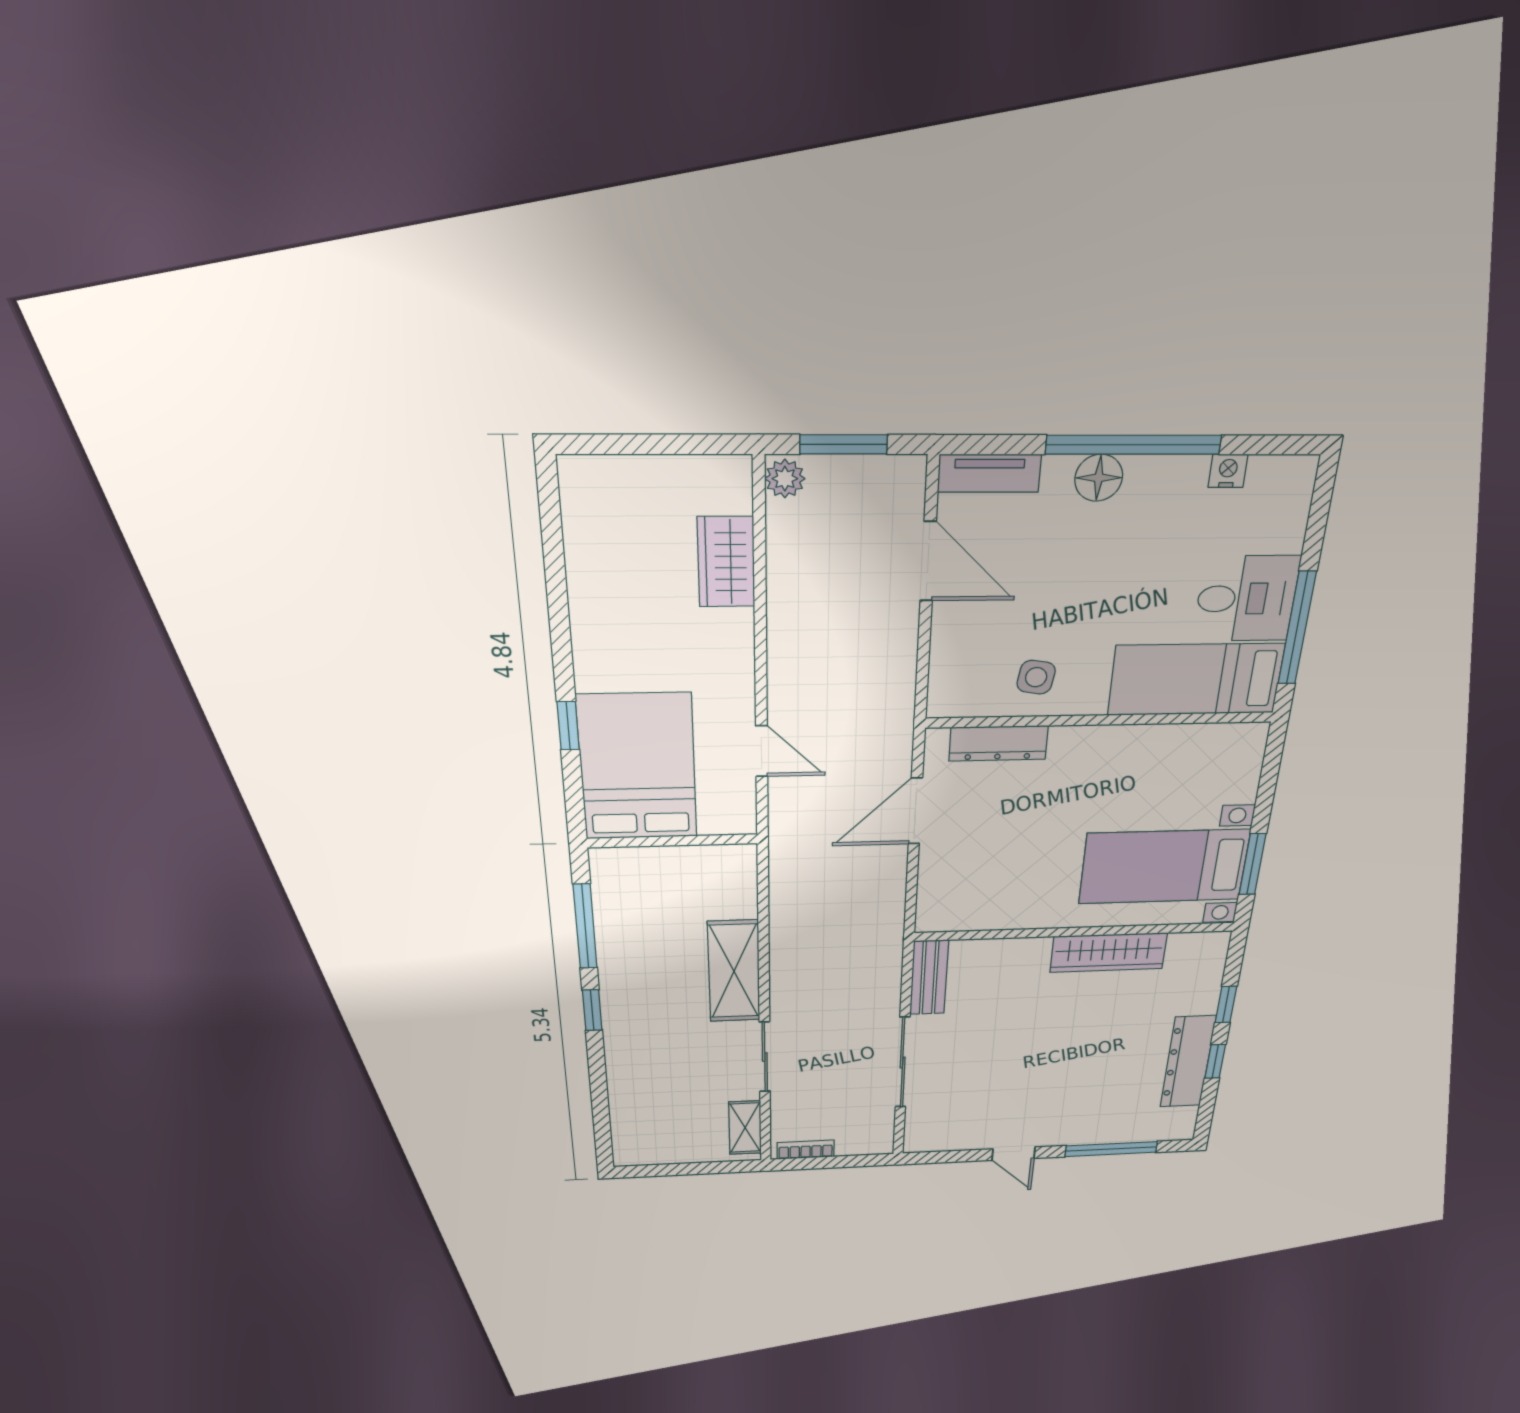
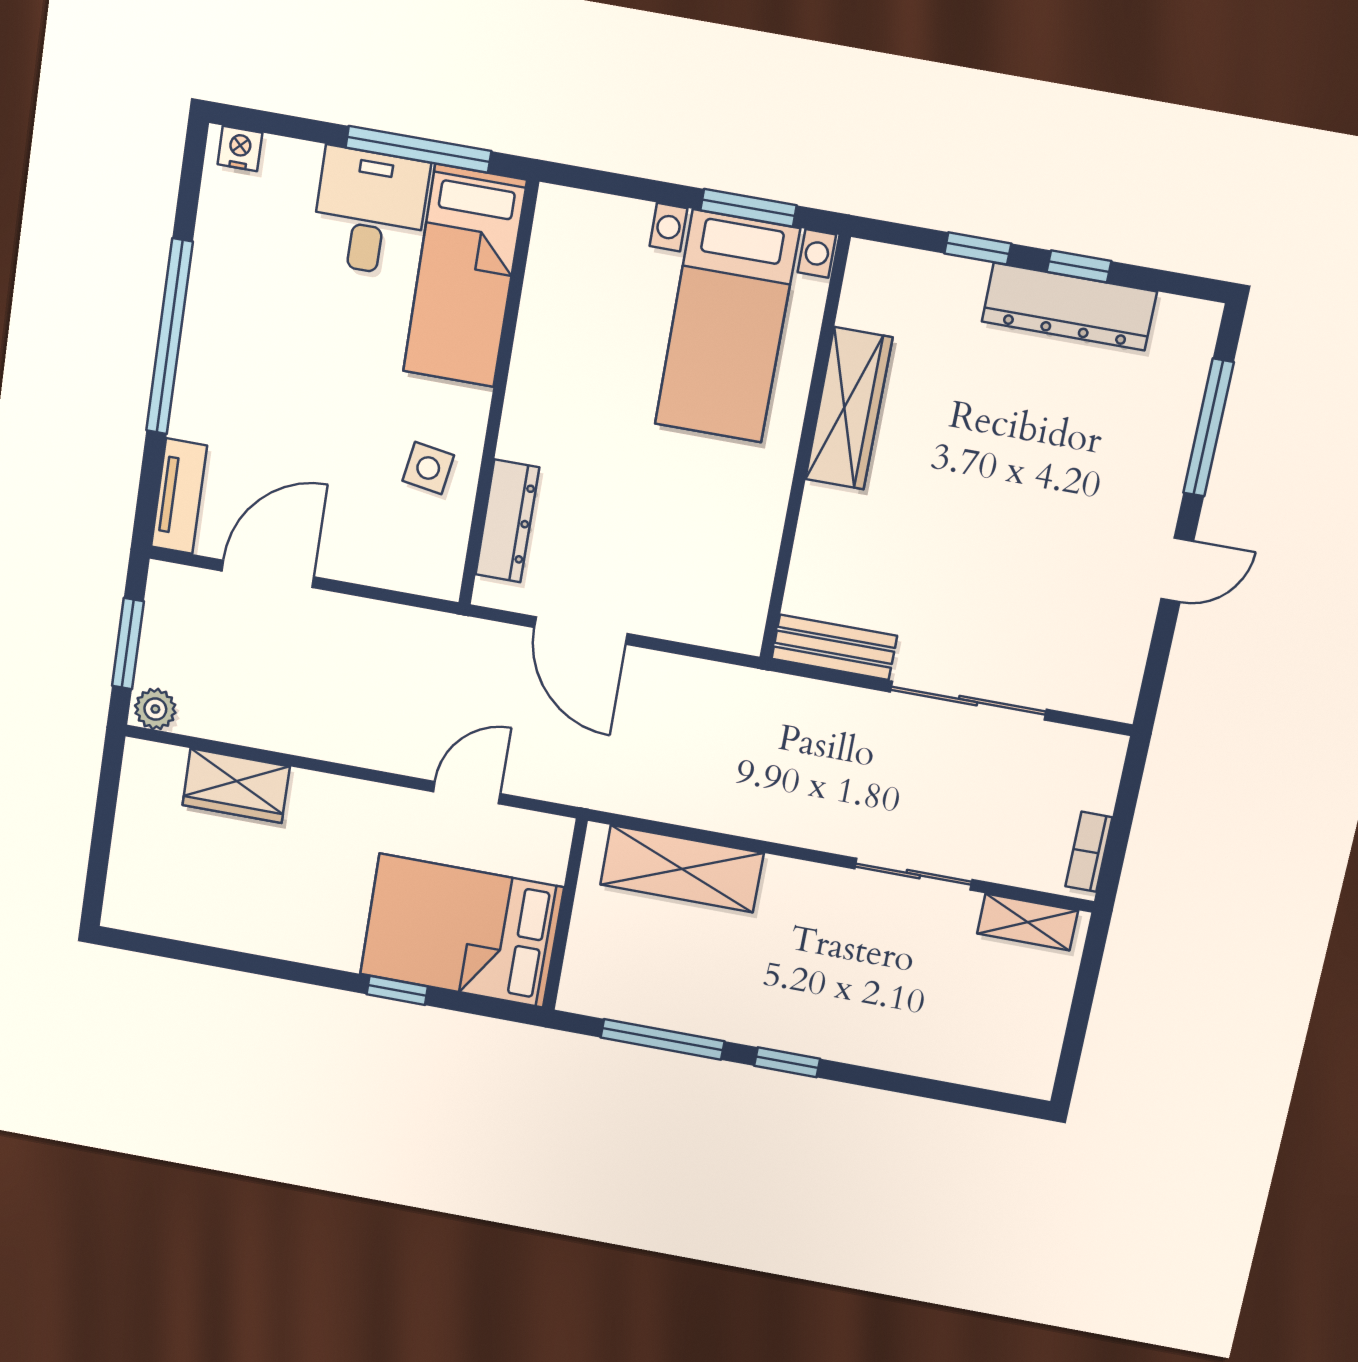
nightstand: (1228, 471) -> (240, 148), moved, turned 90
floor lamp: (1099, 478) -> (201, 378), removed
shelving: (734, 971) -> (682, 869), moved

